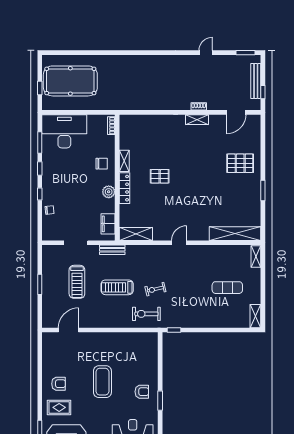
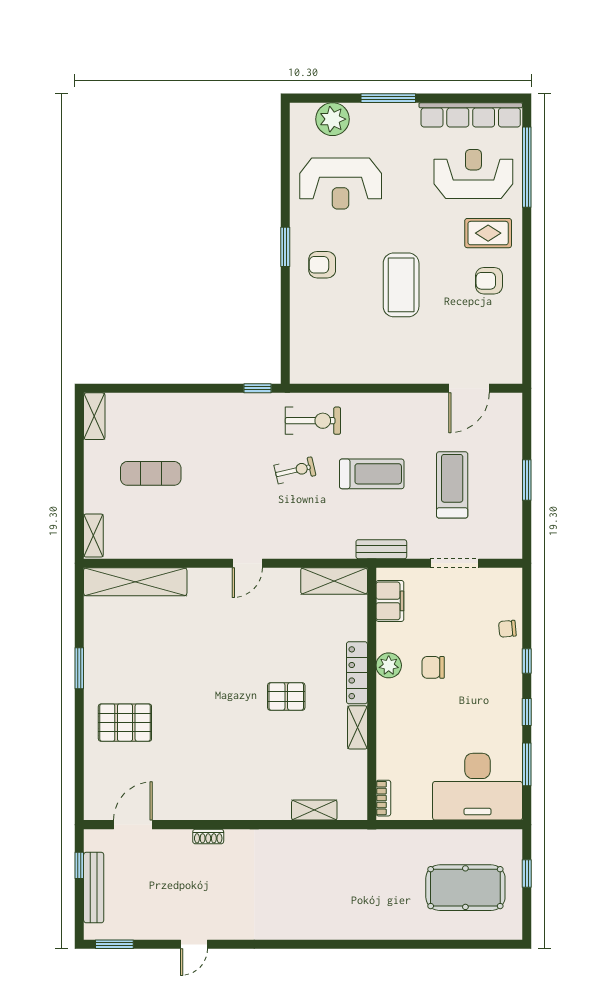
pool table: (70, 81) -> (465, 888), width x0.73, depth x0.76
shelving: (197, 120) -> (314, 810), moved
chair: (102, 164) -> (433, 667), moved

